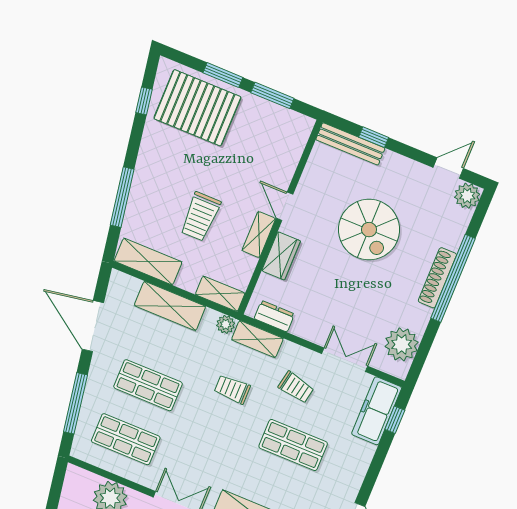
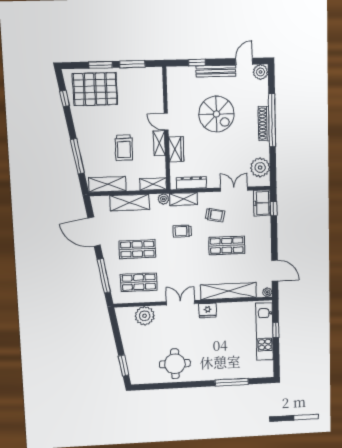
bench: (350, 144) -> (216, 71), moved
dresser: (274, 316) -> (192, 183), width x1.44
freezer: (377, 411) -> (262, 203), width x0.71

